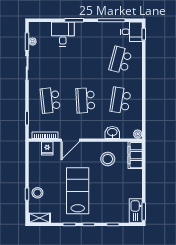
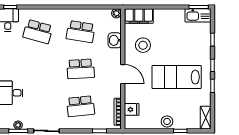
door: (70, 140) -> (123, 74), moved
stool: (37, 193) -> (167, 121), moved

